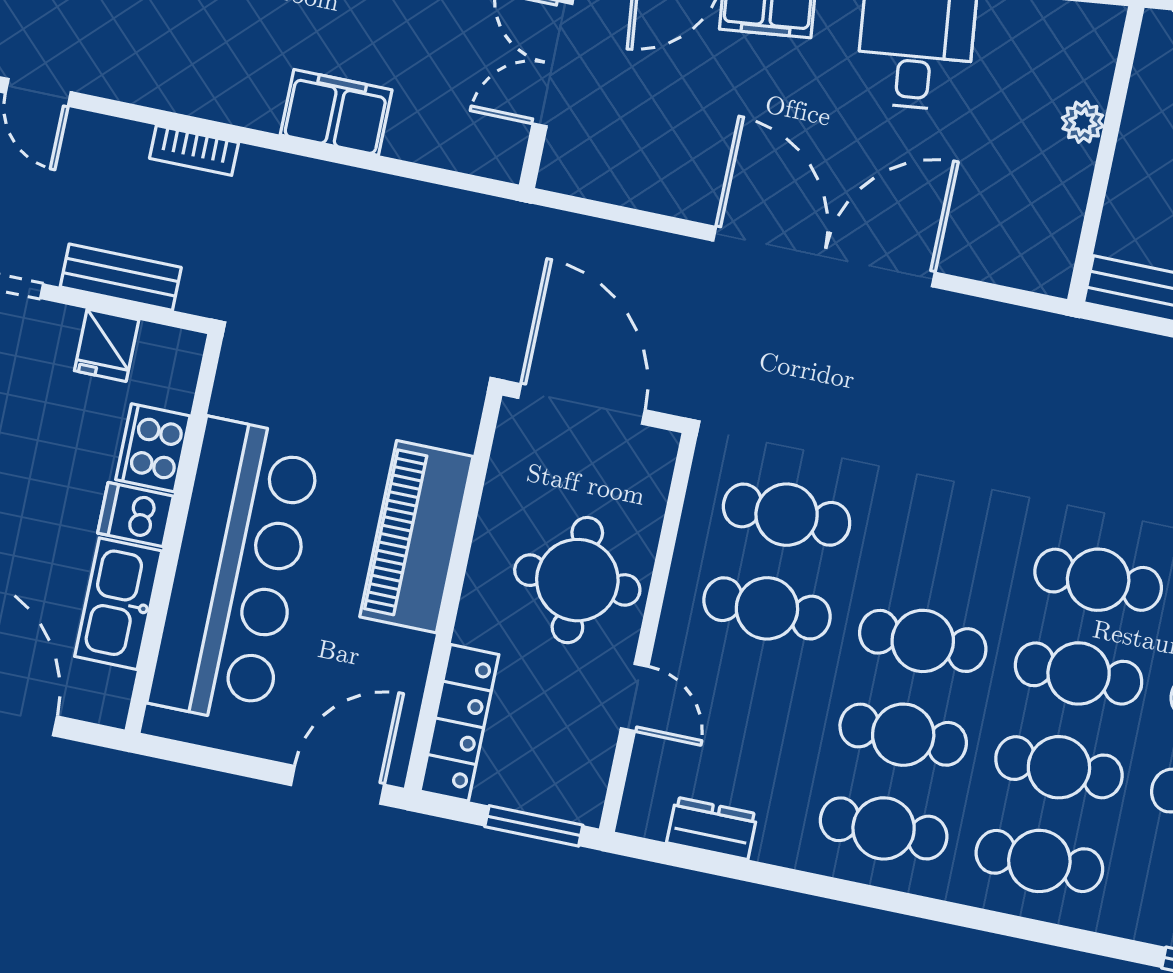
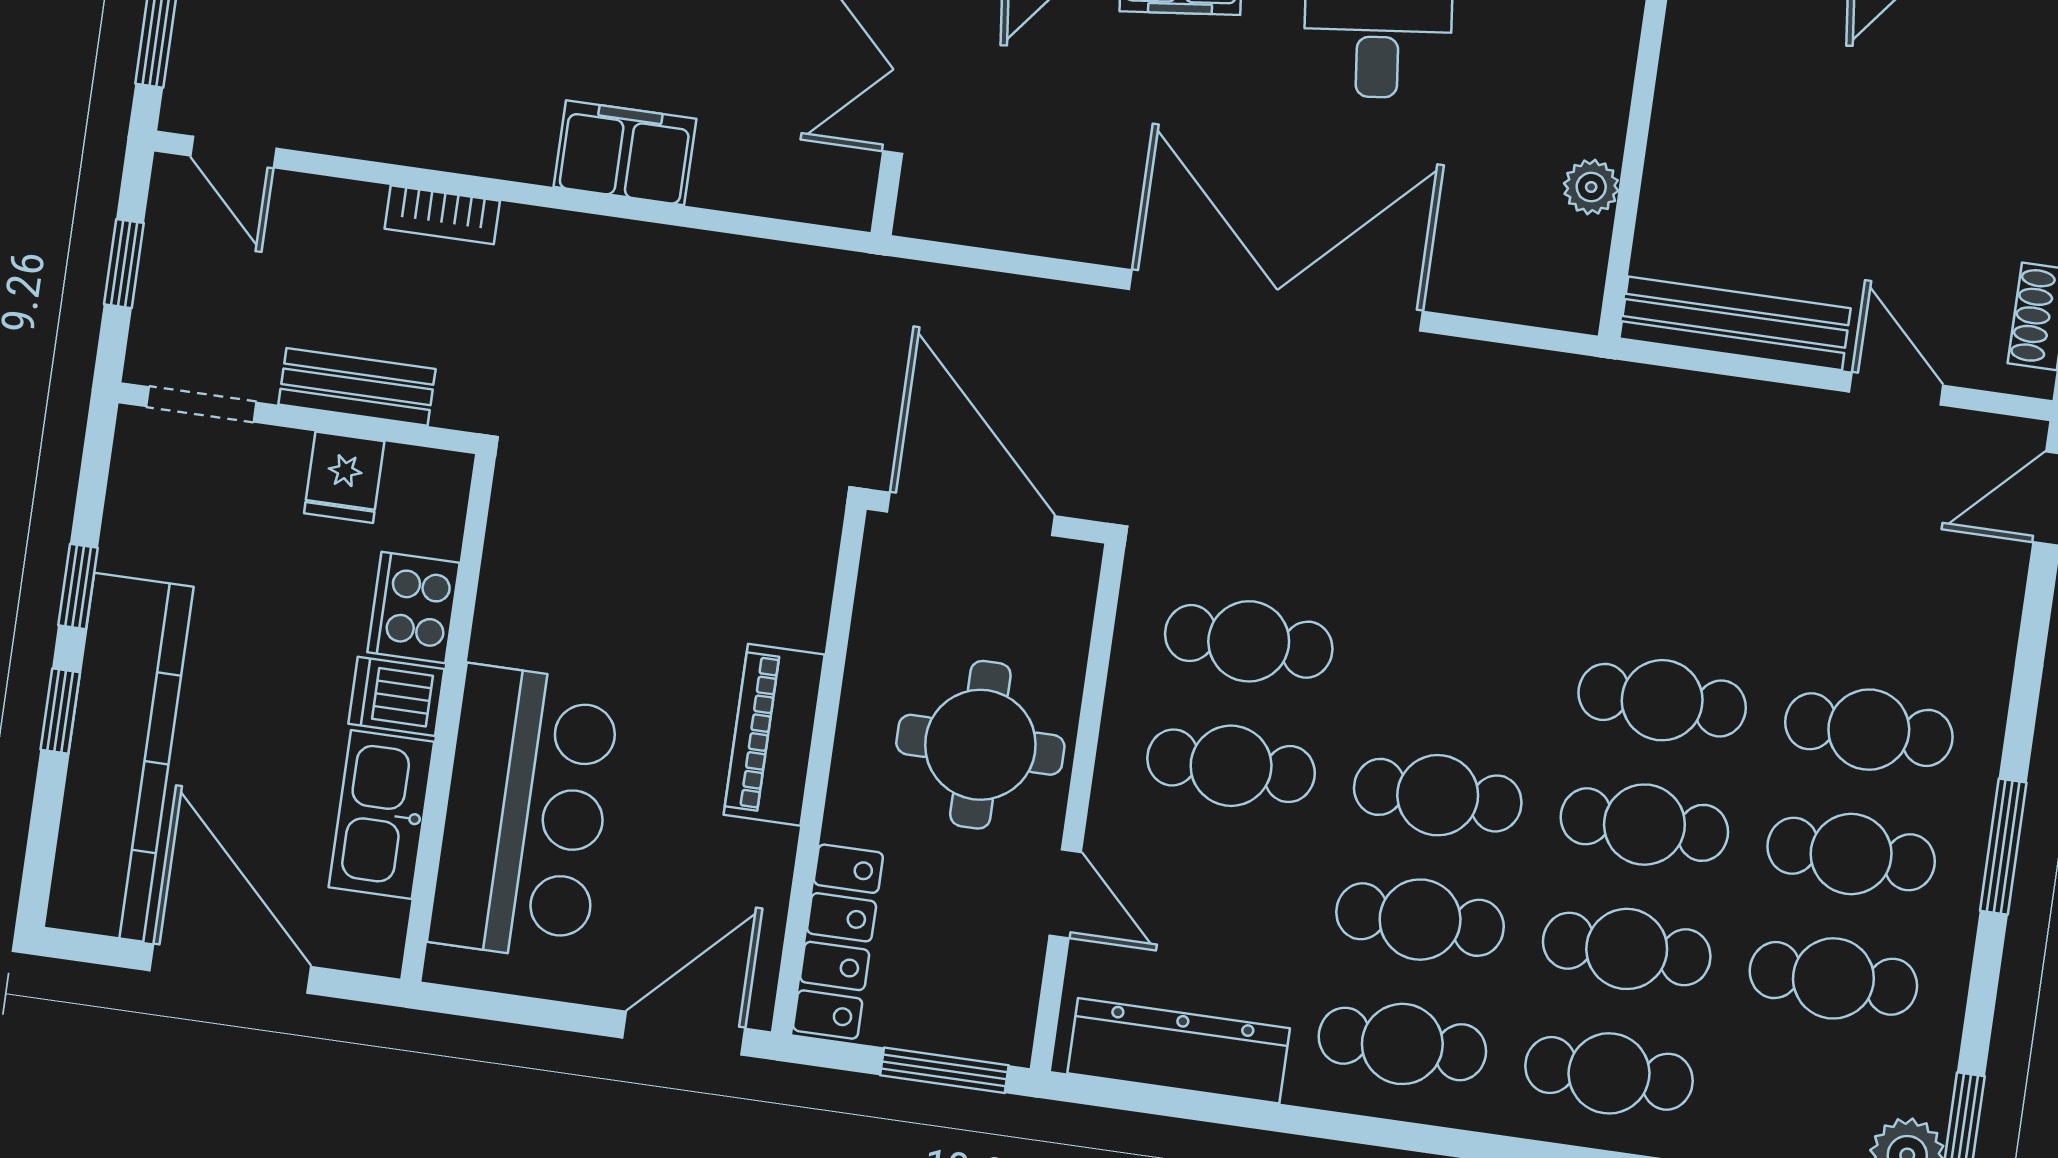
plant: (1083, 122) -> (1591, 187), moved
piano: (416, 537) -> (774, 735), width x0.73, depth x0.75
bar counter: (235, 571) -> (525, 813), width x0.73
dresser: (712, 828) -> (1179, 1051), width x1.96, depth x1.24

